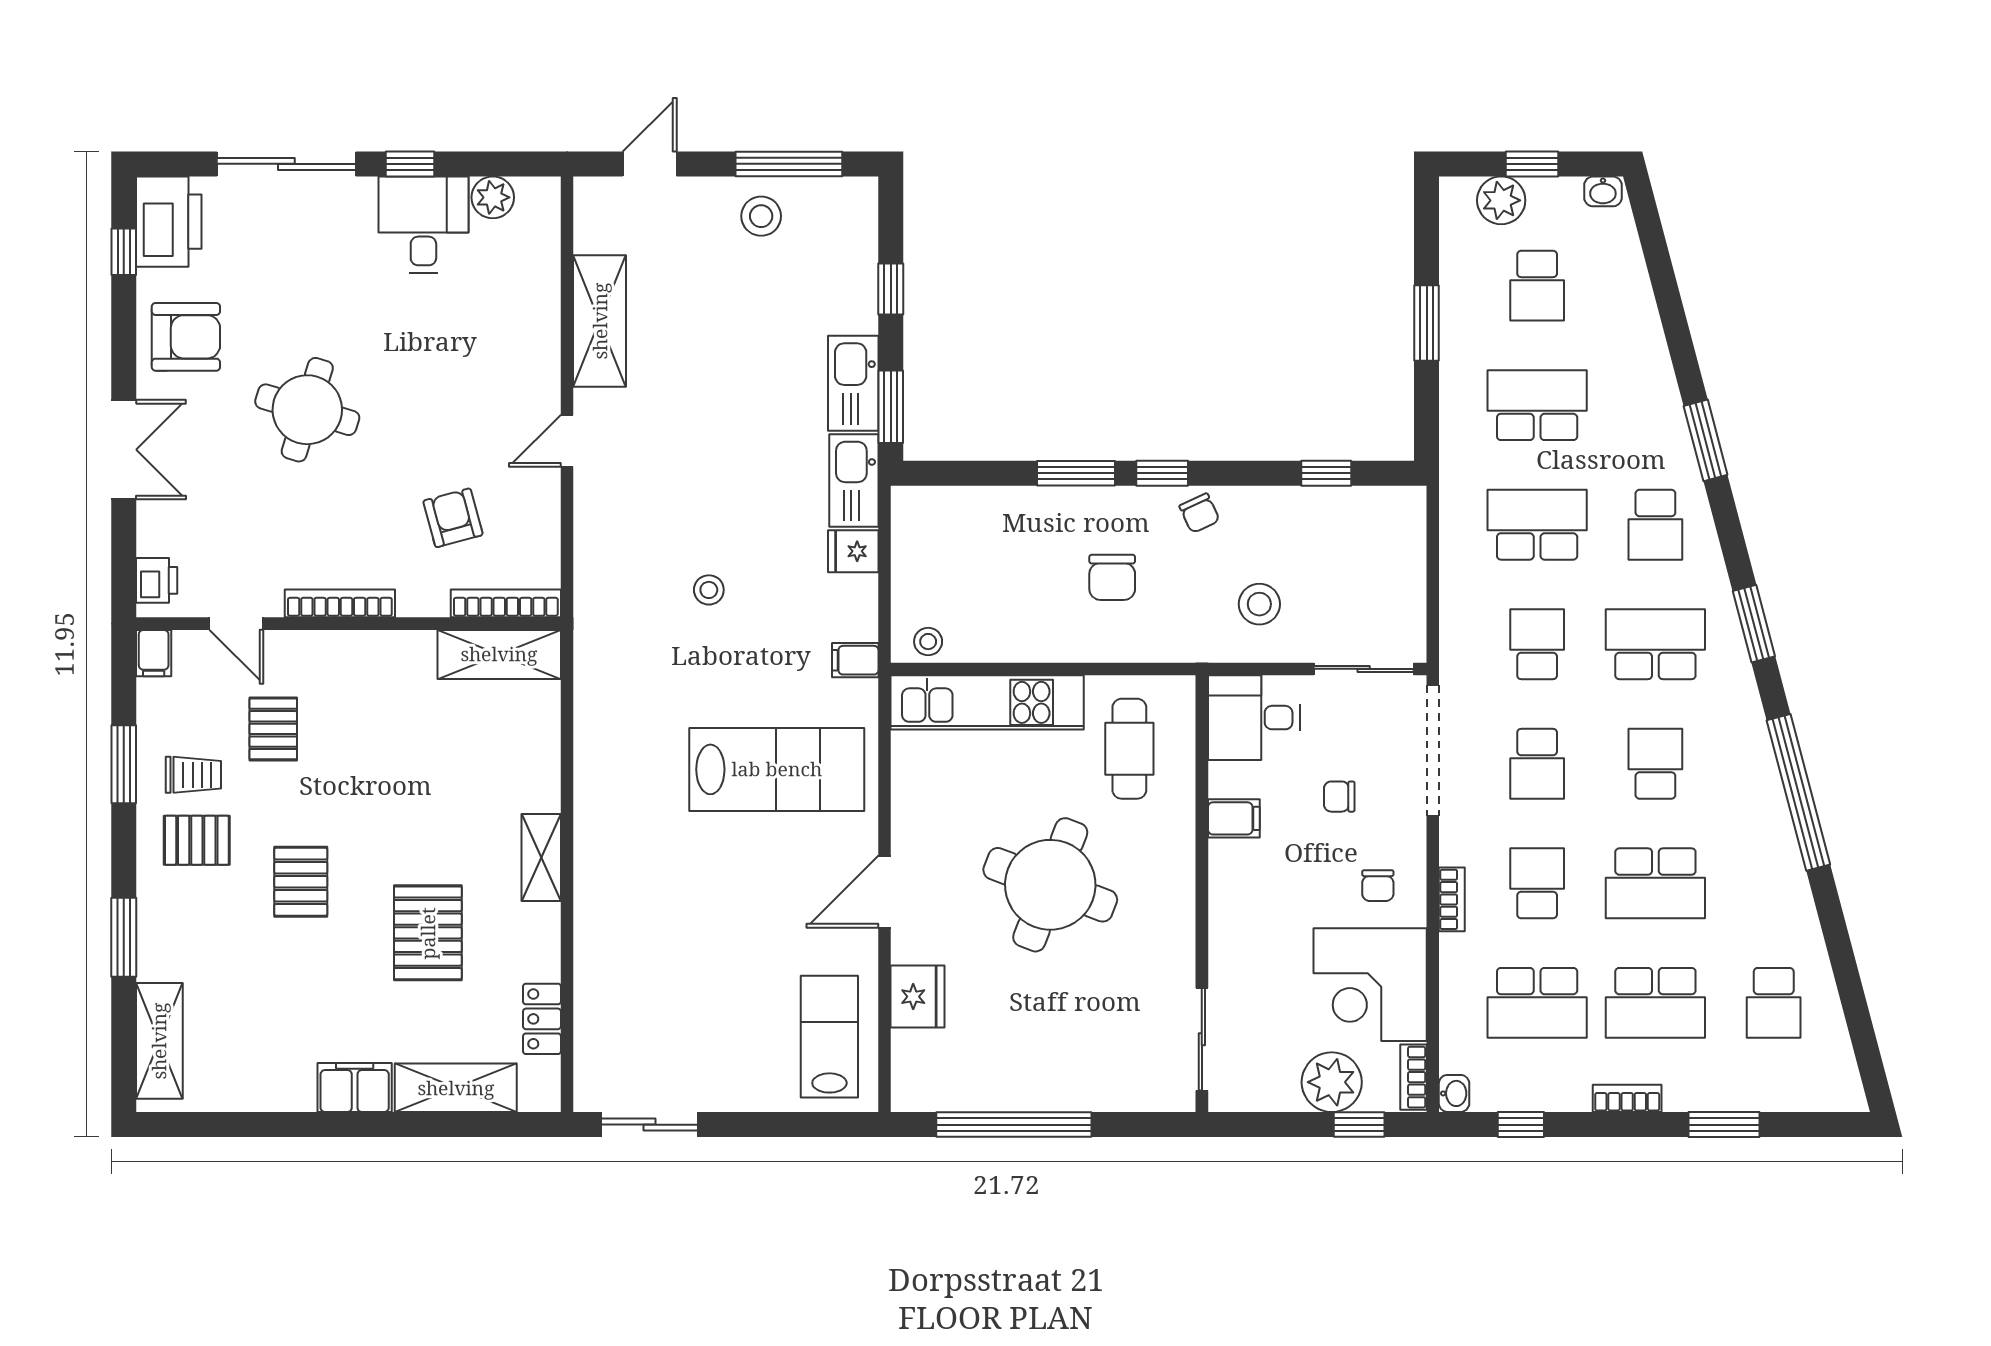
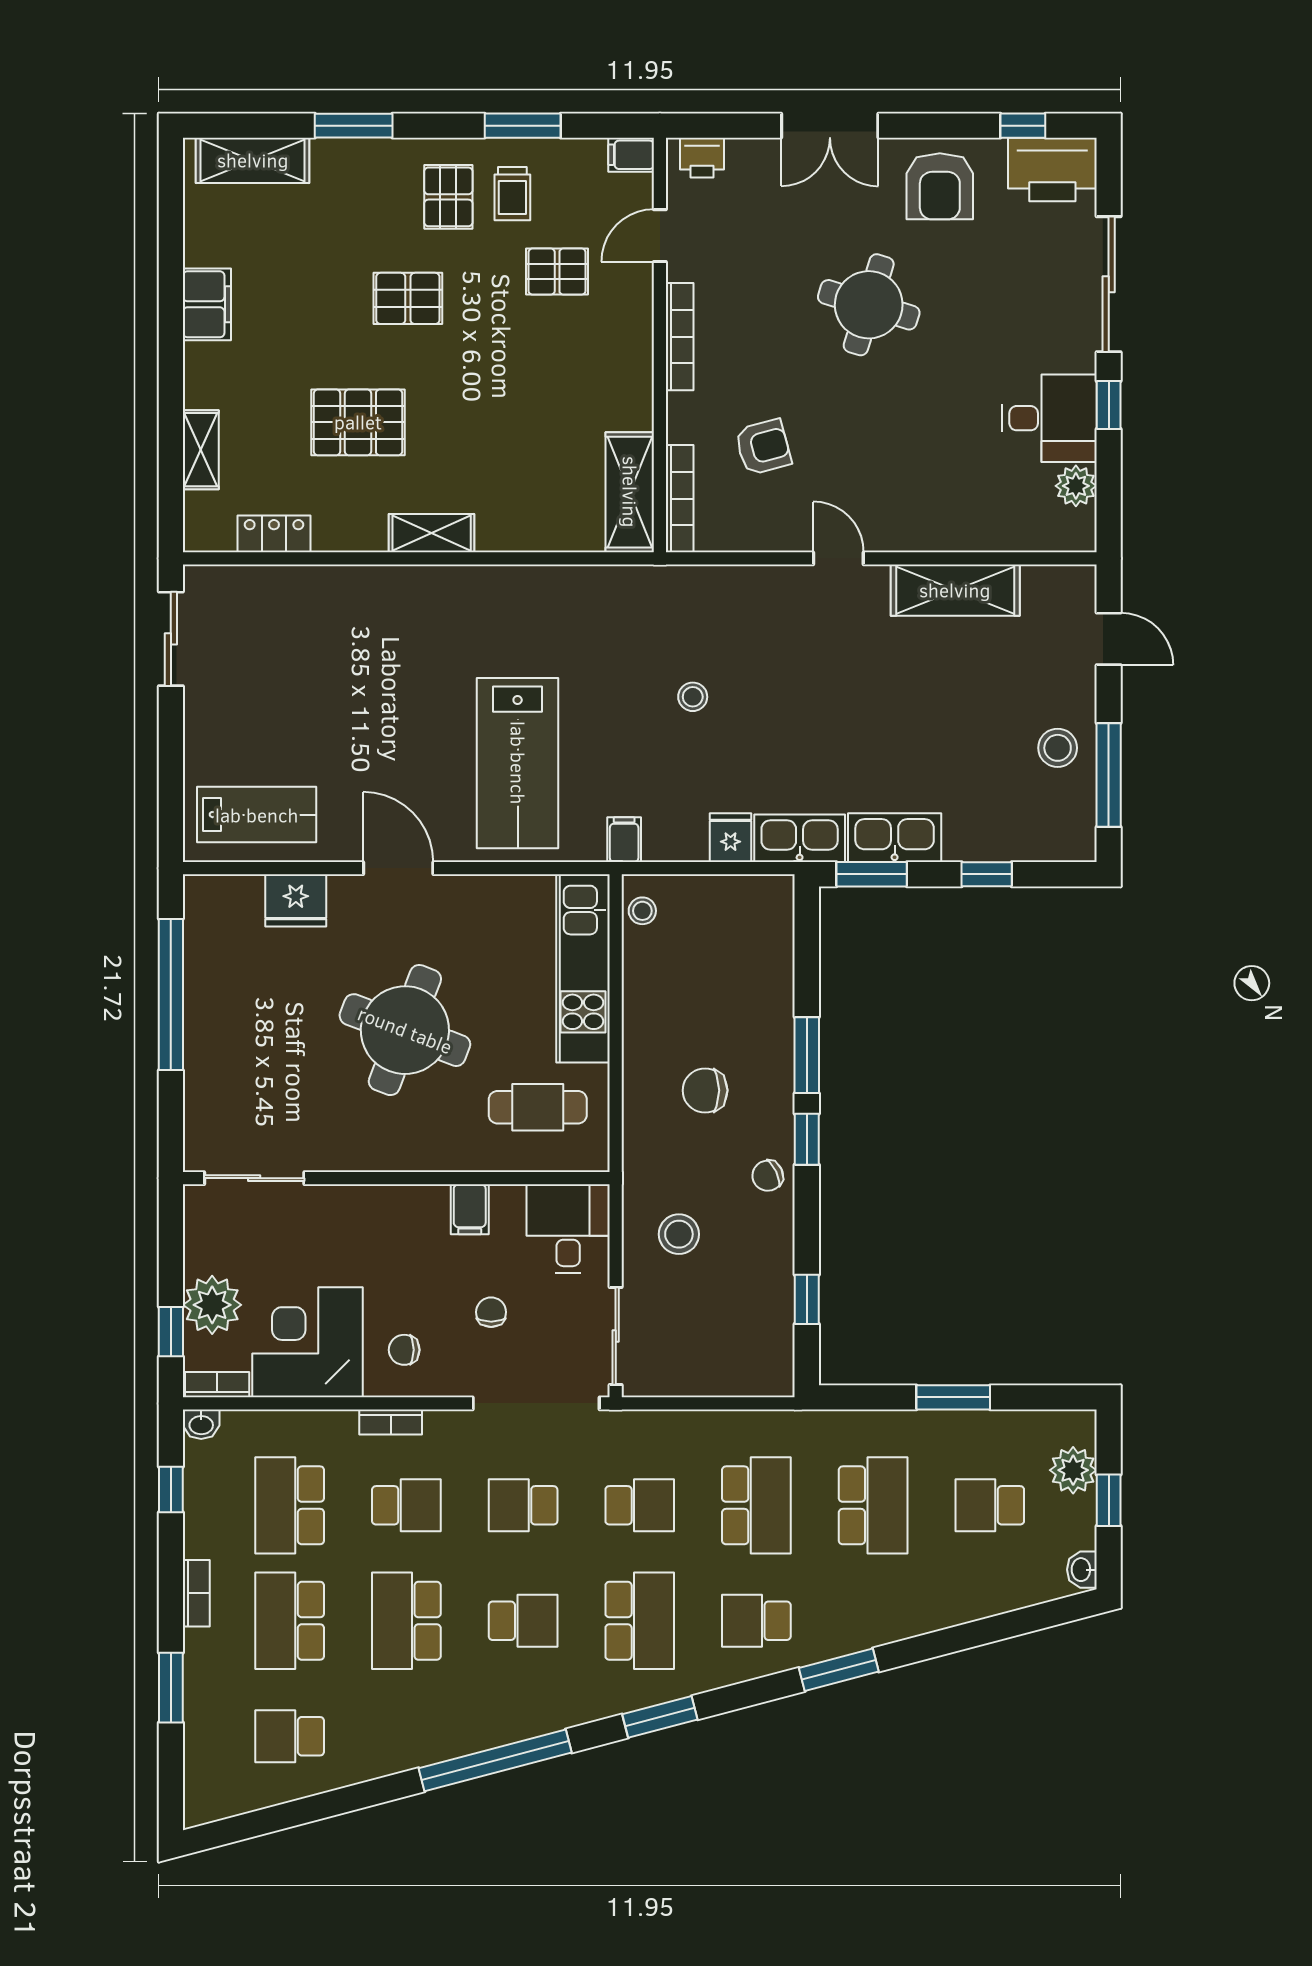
filing cabinet: (355, 1088) -> (207, 304), moved
shelving: (456, 1088) -> (201, 450), width x0.67, depth x0.75

